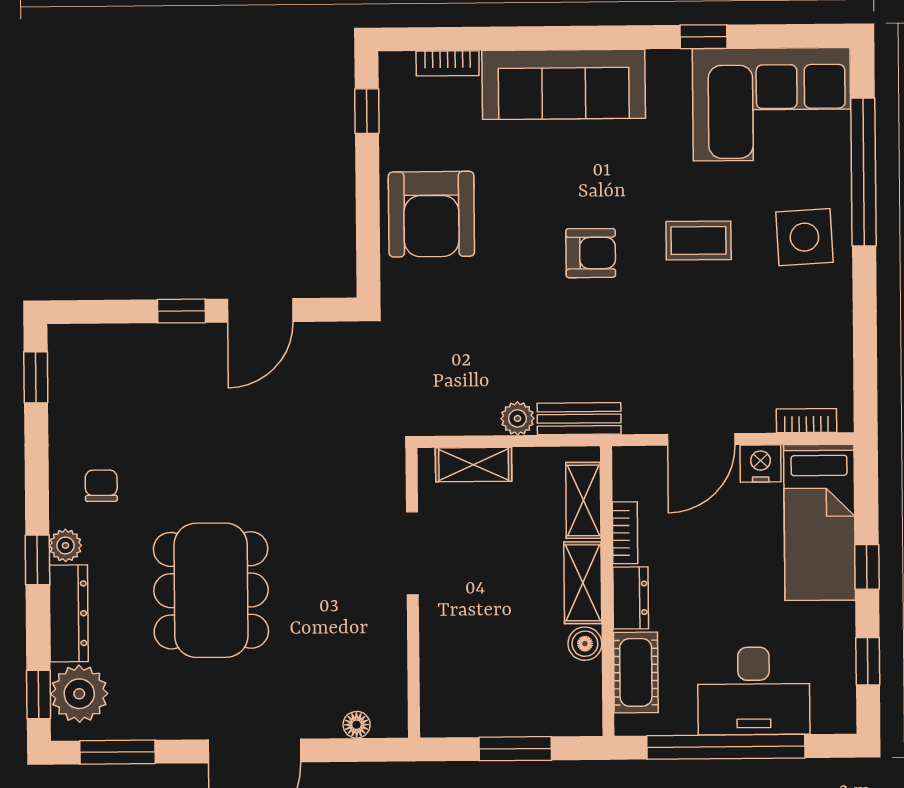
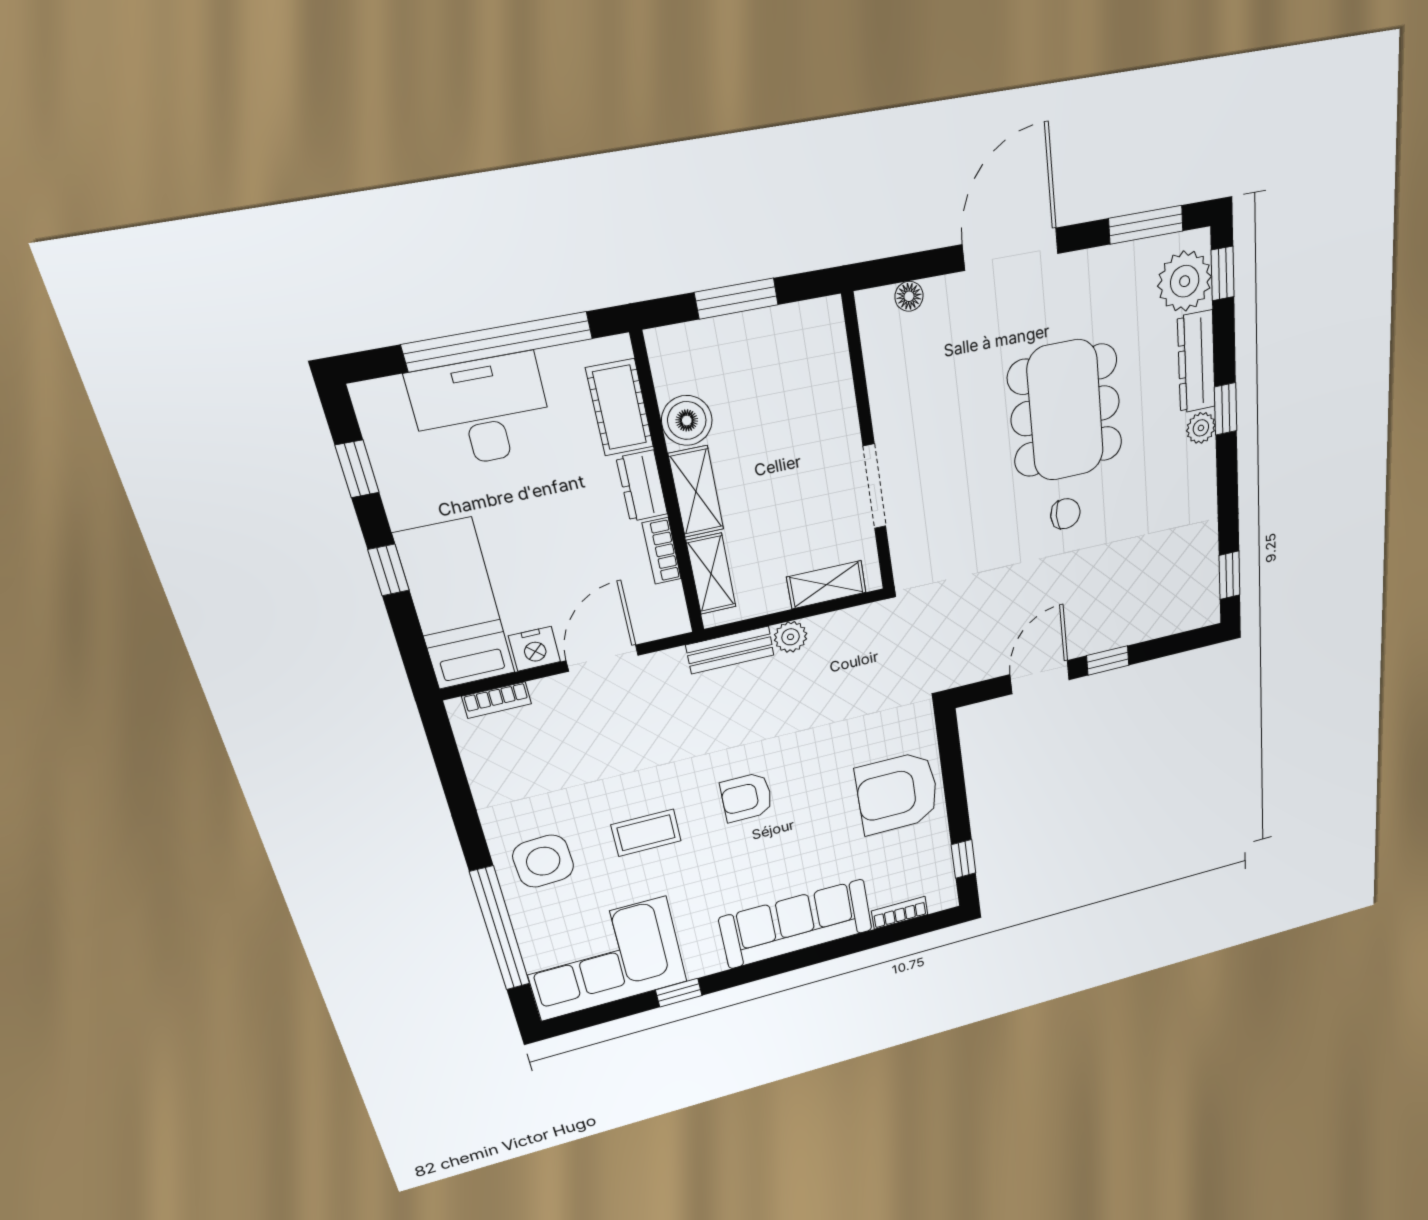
armchair: (431, 214) -> (897, 793), turned -90
chair: (101, 486) -> (1065, 514), moved, turned -90
boiler: (585, 644) -> (687, 420), width x1.36, depth x1.36

